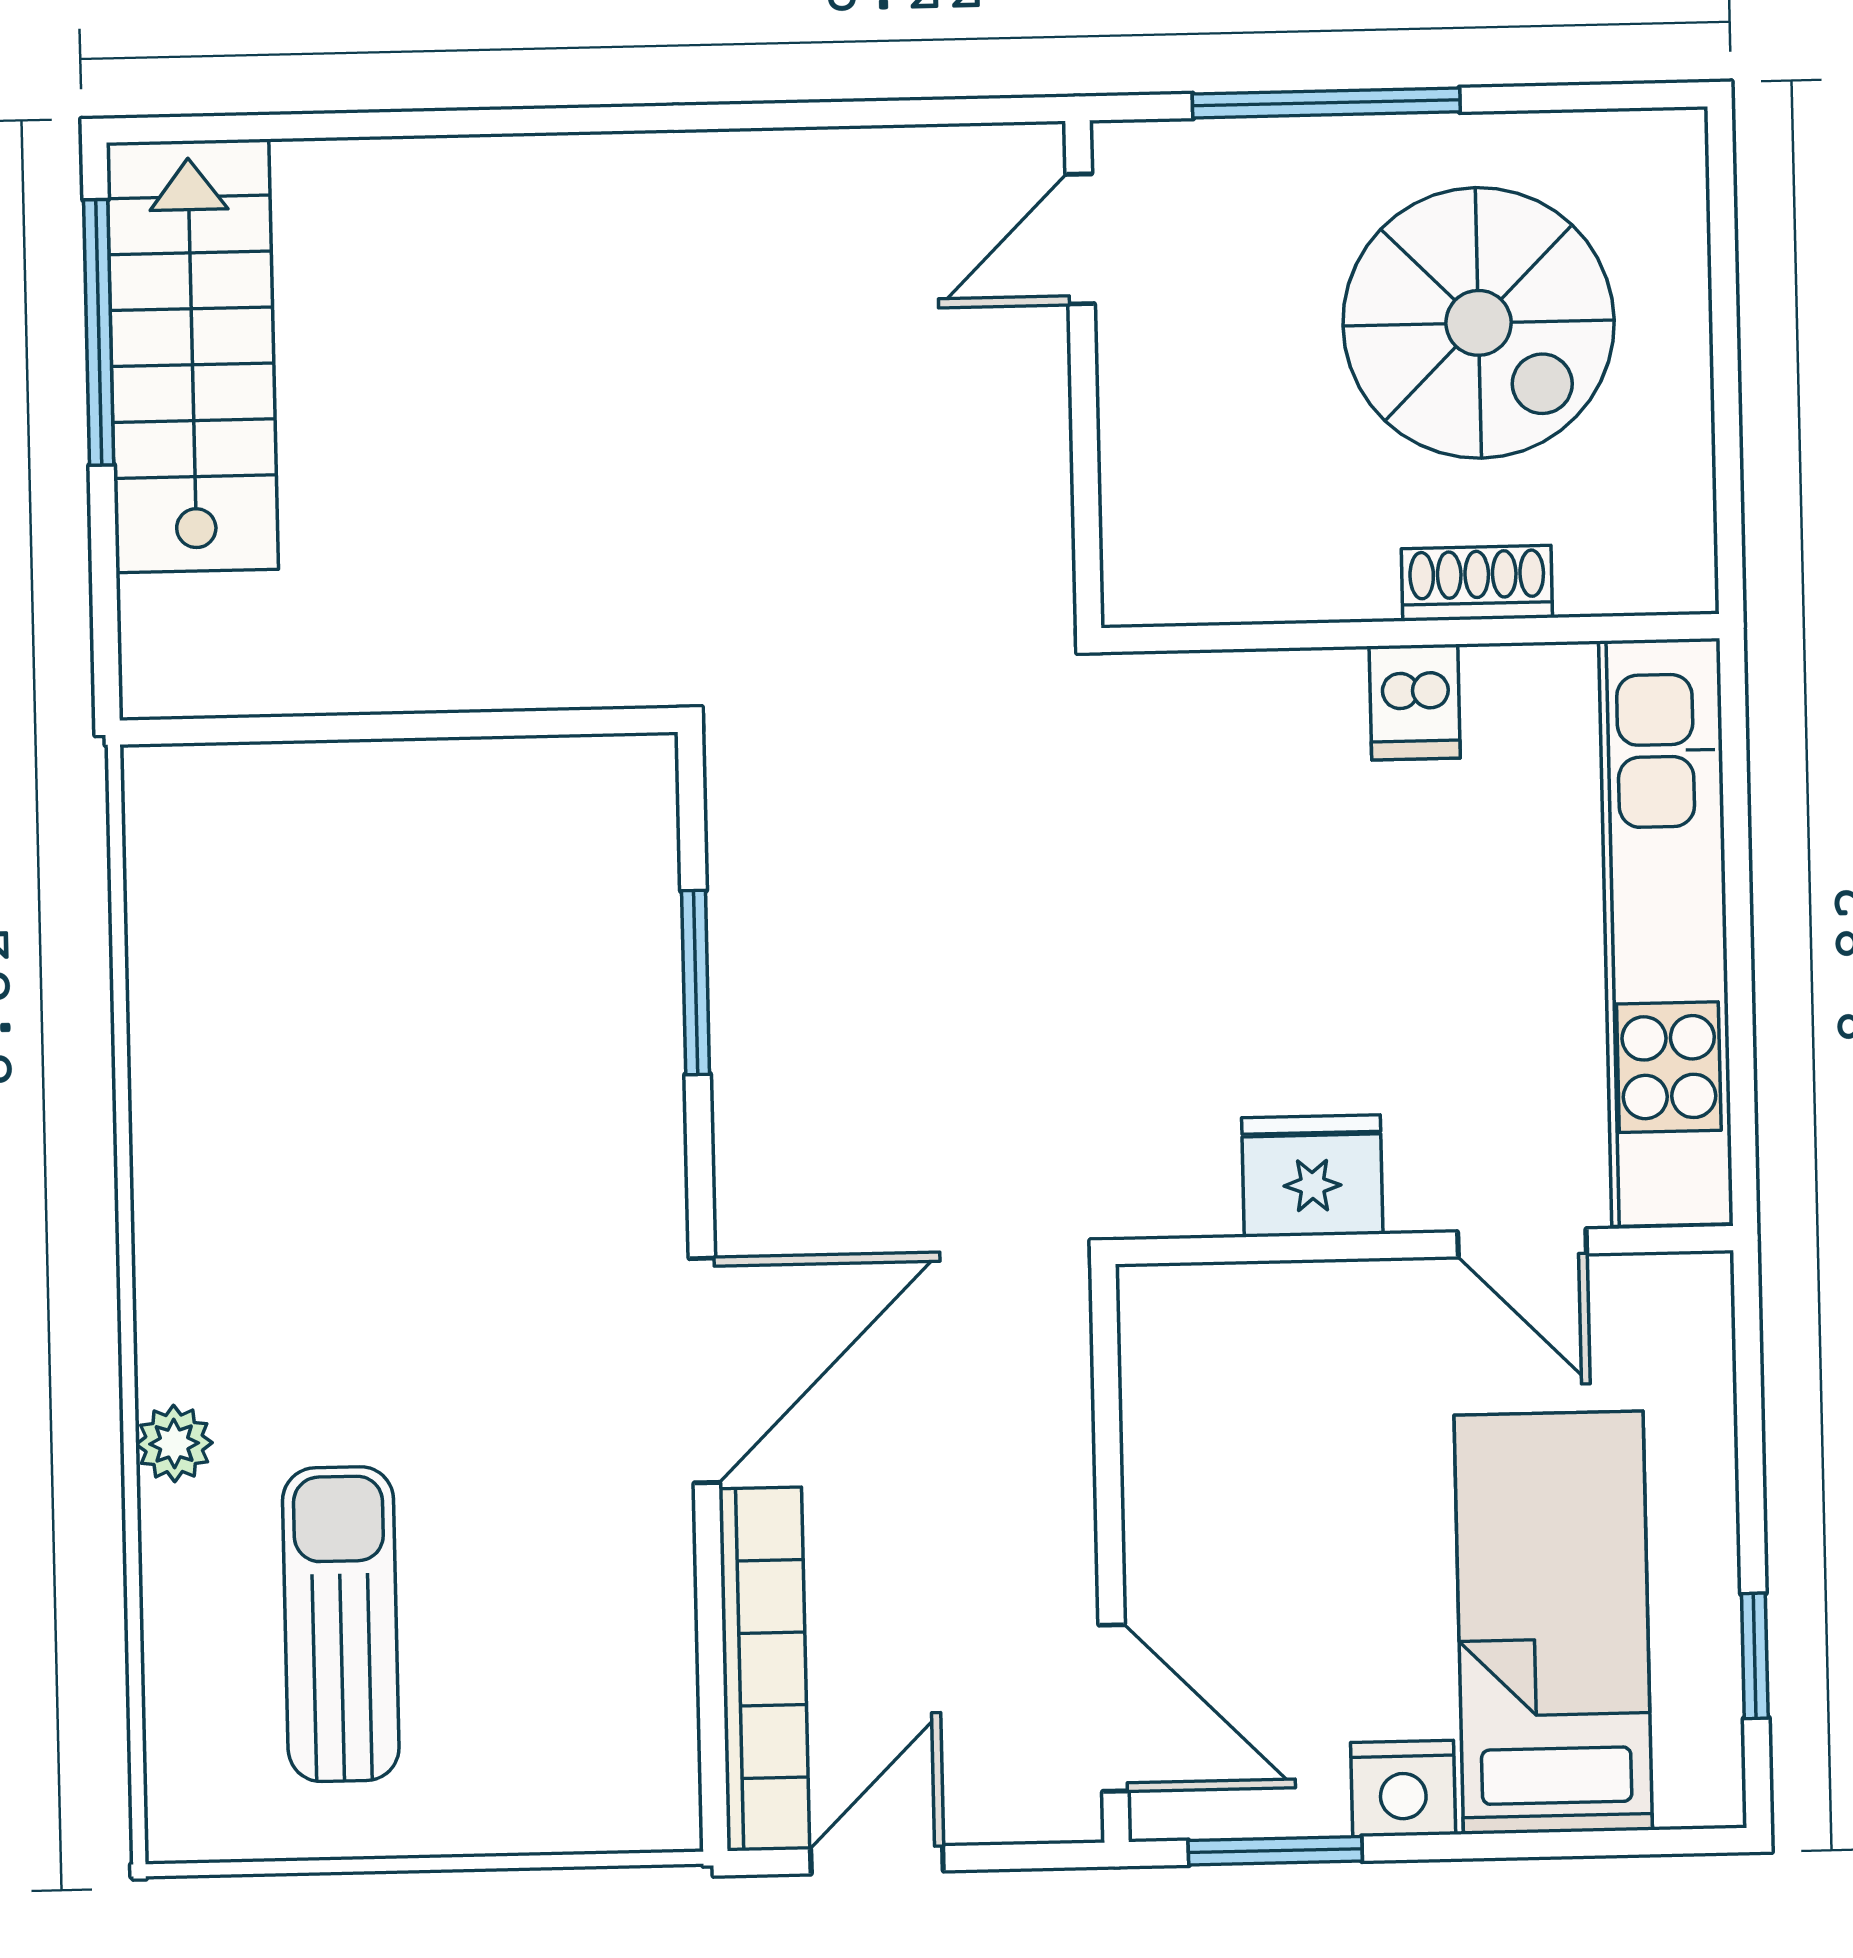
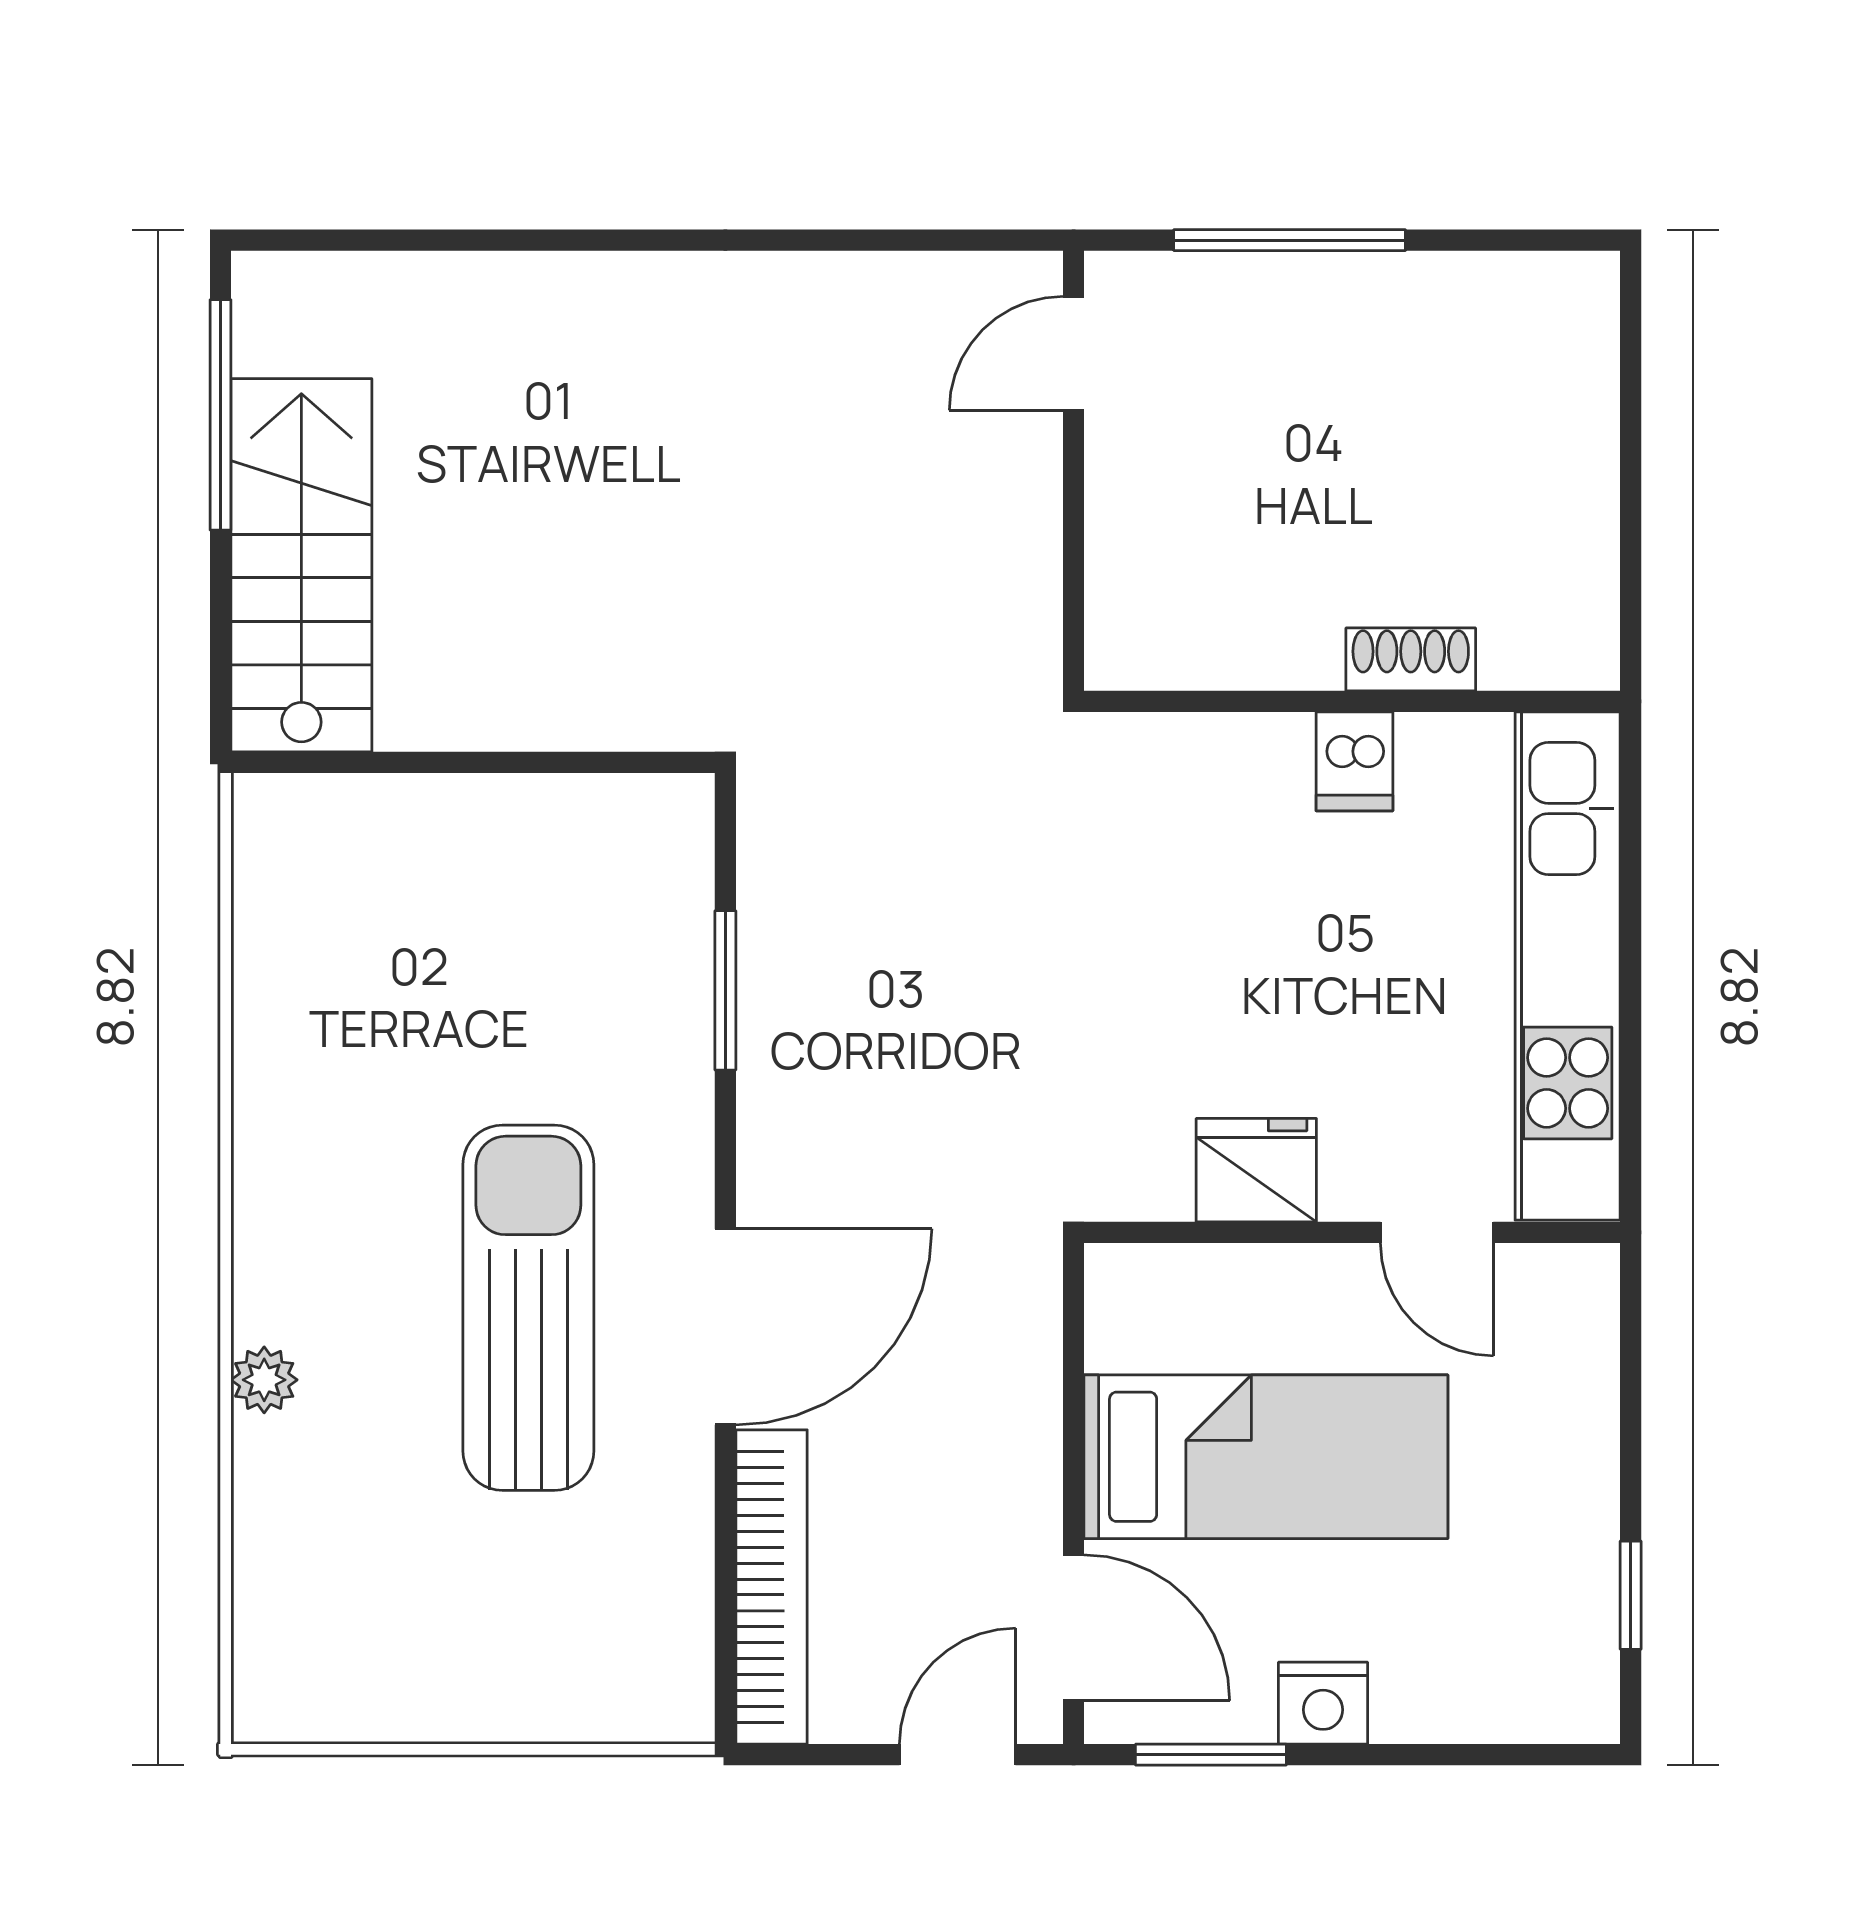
spiral stairs: (1479, 323) -> (1417, 434), removed
stairs: (192, 356) -> (301, 565), moved
bed: (1553, 1623) -> (1266, 1457), moved, turned 90
sun lounger: (341, 1624) -> (528, 1308), moved, width x1.36, depth x1.34
door: (877, 1860) -> (958, 1755), moved

